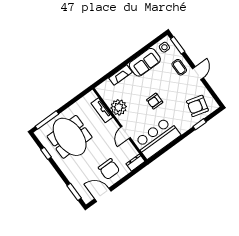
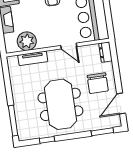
plant: (119, 107) -> (27, 41), moved
meeting table: (70, 137) -> (60, 104), moved, turned 90
chair: (109, 169) -> (98, 83), turned 90

